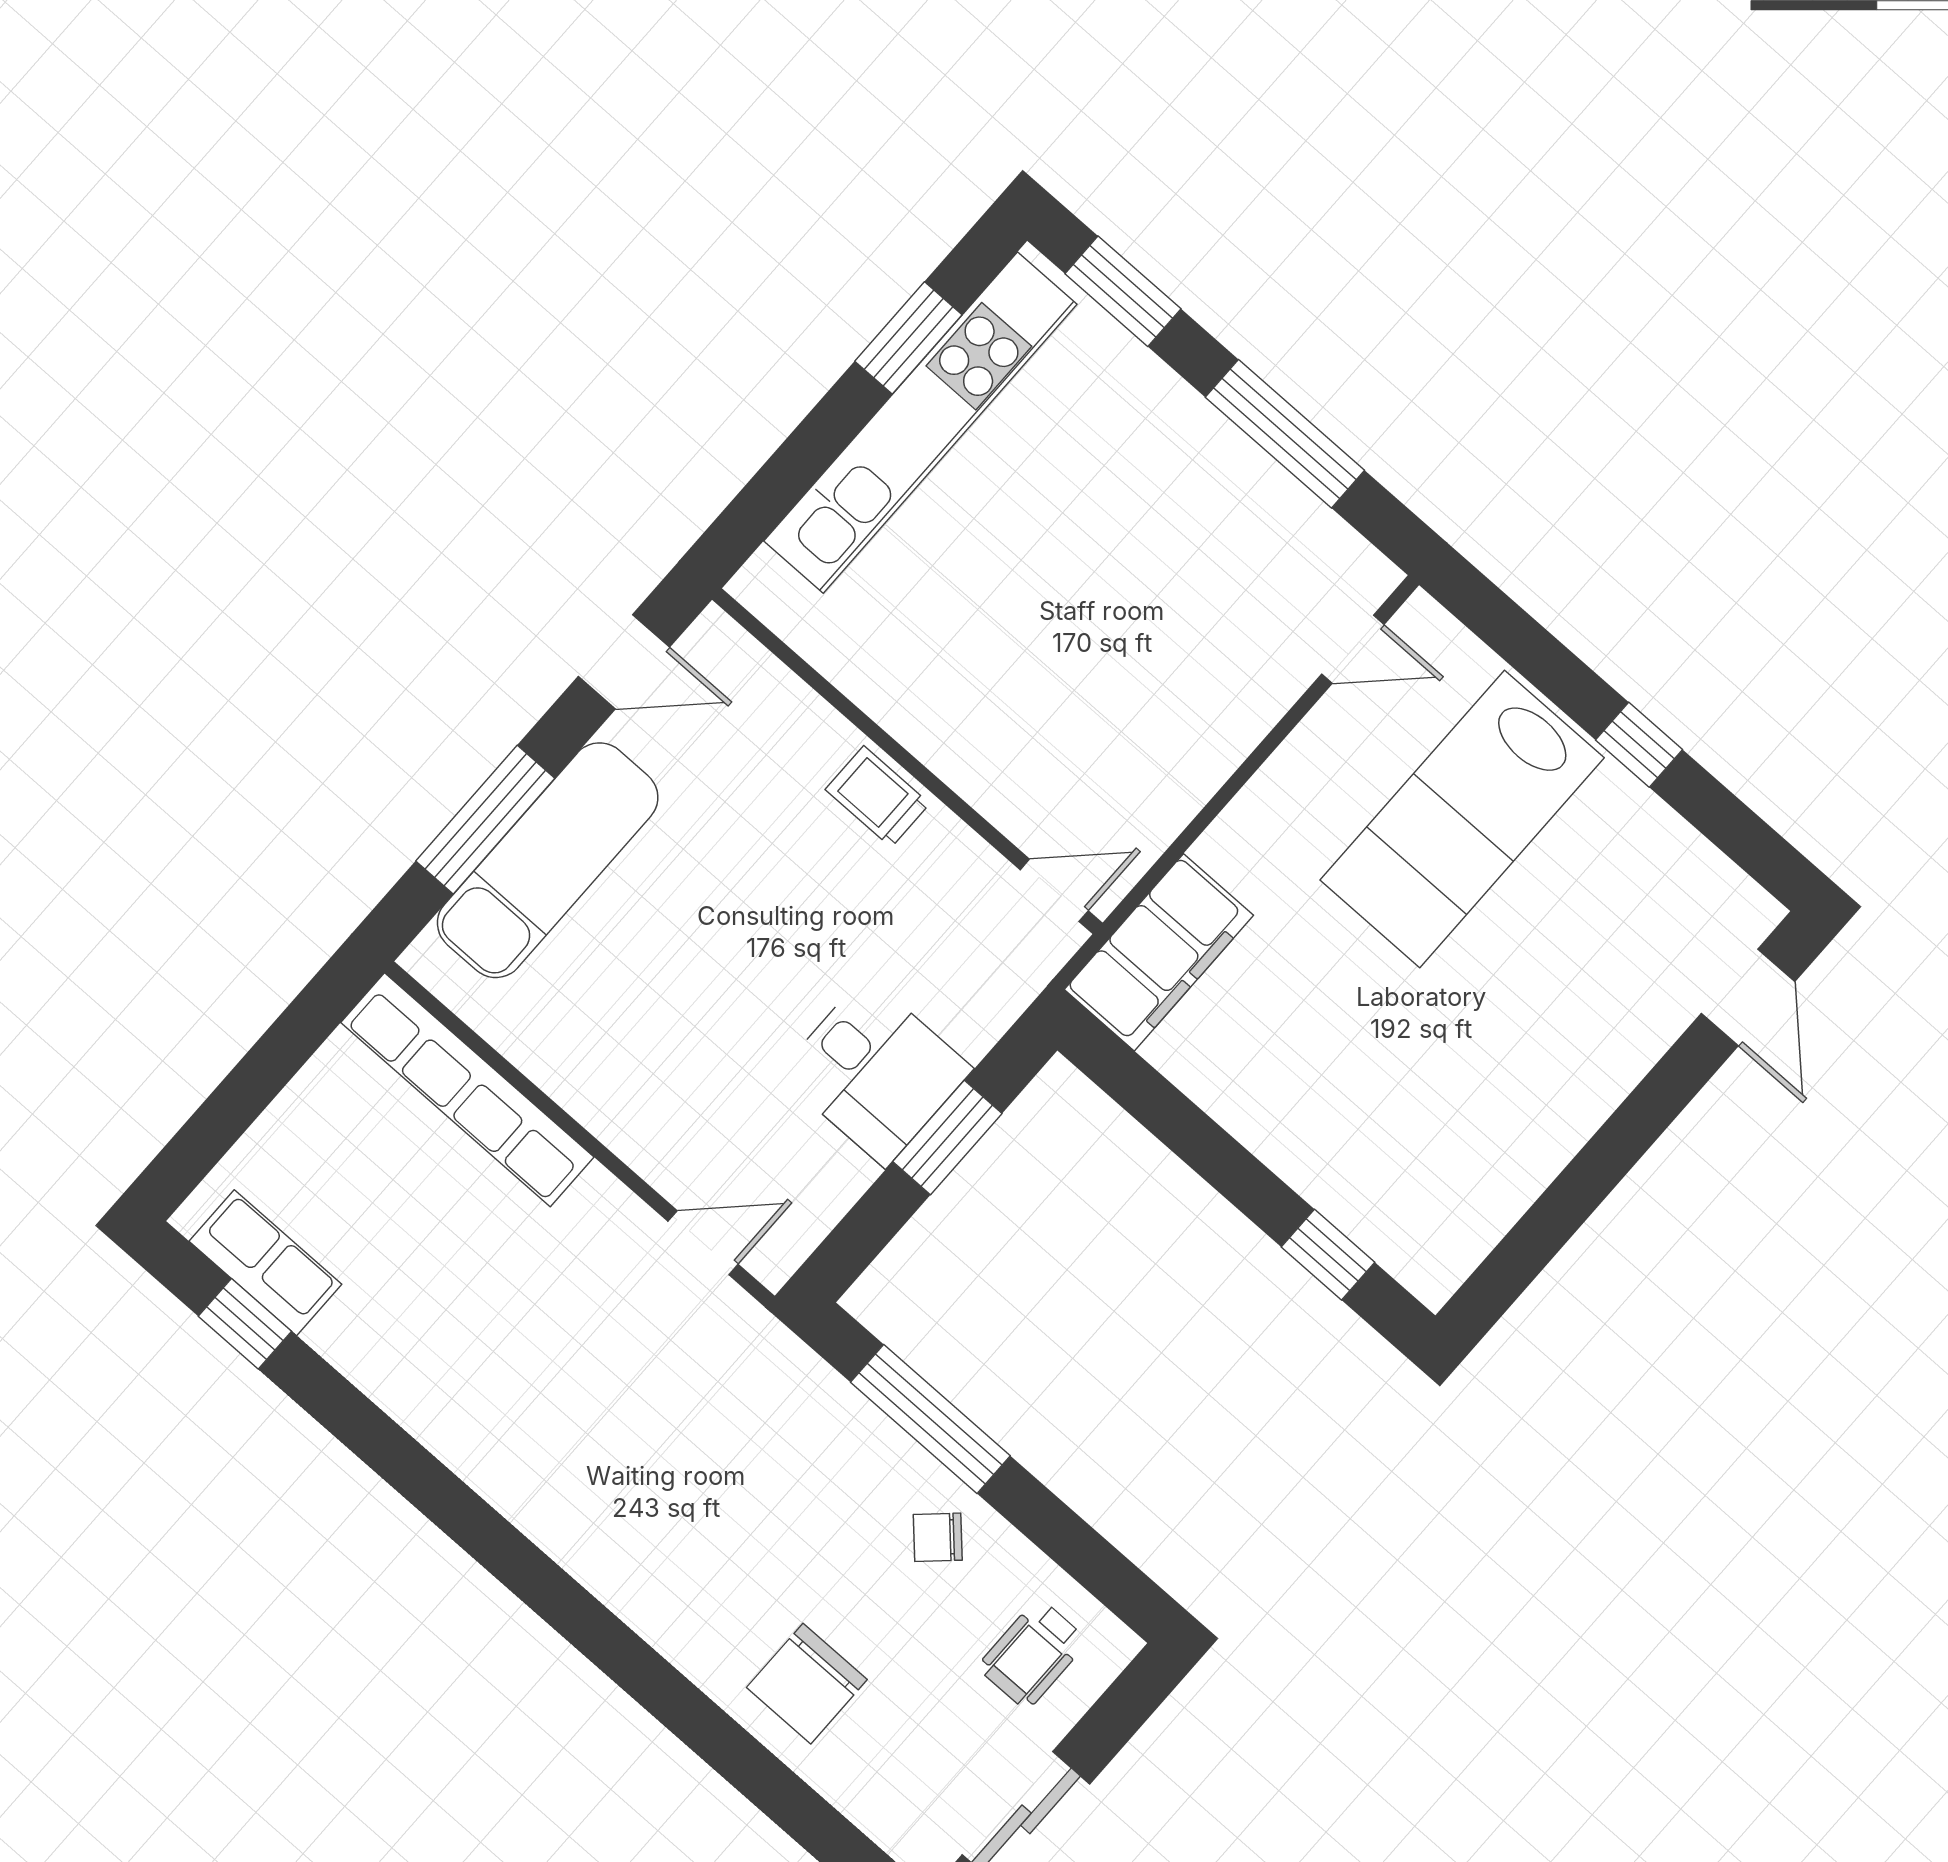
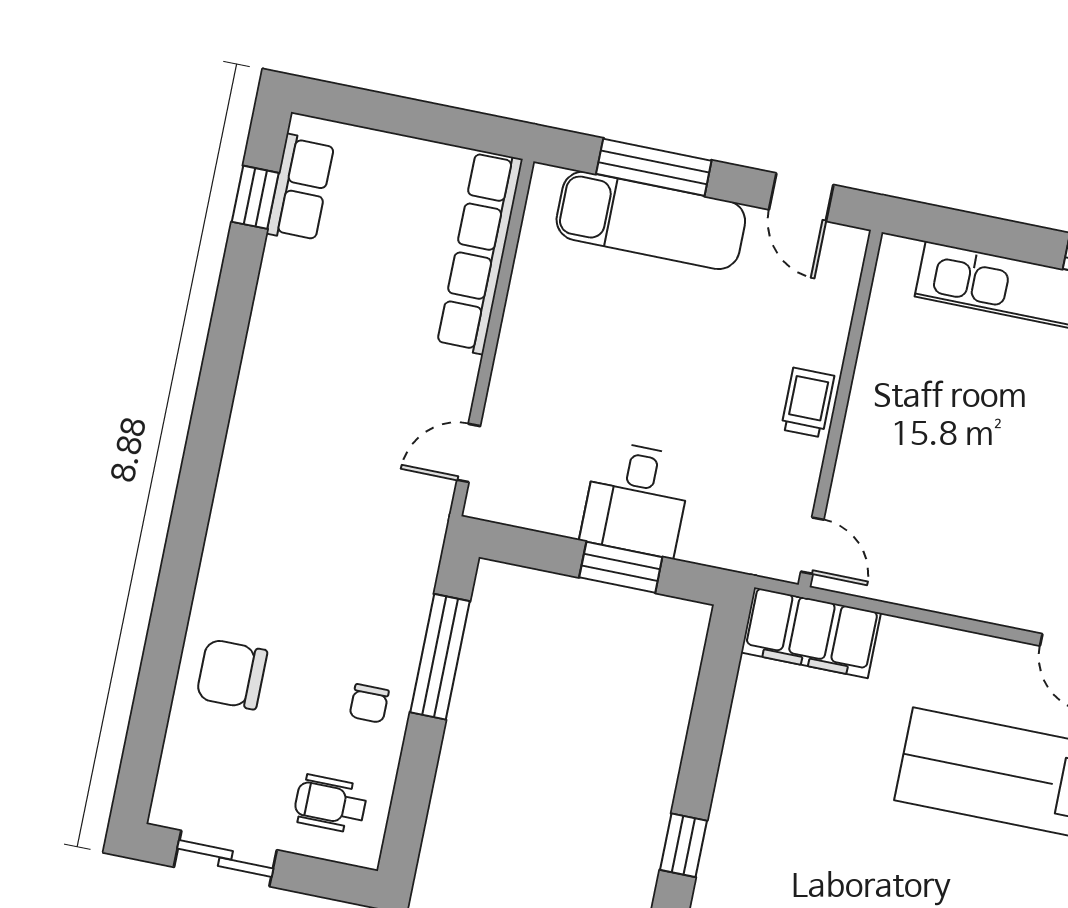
door: (703, 1243) -> (469, 453), swing flipped
chair: (938, 1537) -> (369, 703), turned -137

